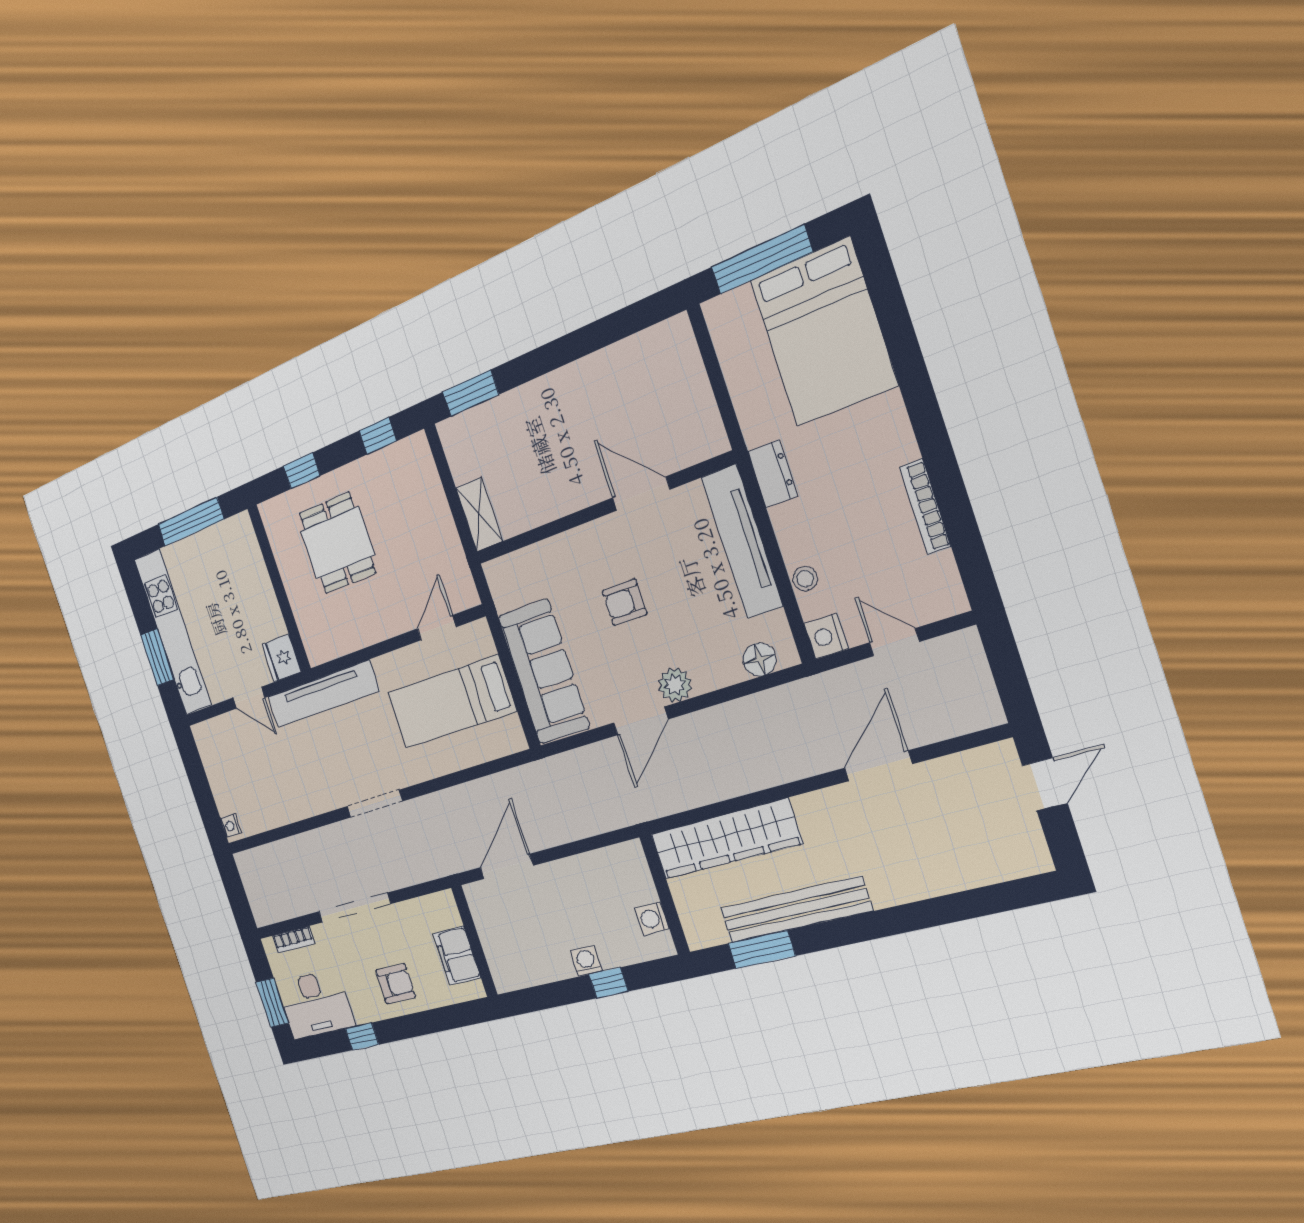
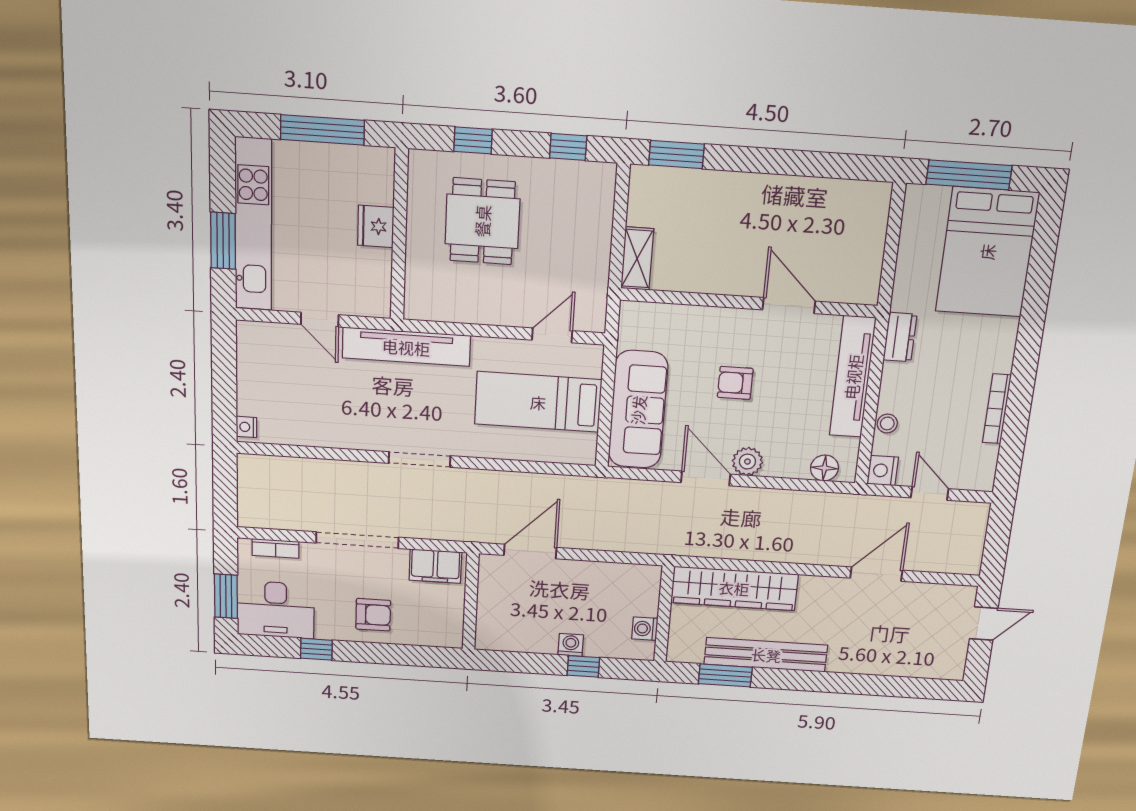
fridge: (282, 658) -> (376, 226), moved
door: (641, 721) -> (706, 478), swing flipped
filing cabinet: (457, 955) -> (435, 566), moved, turned -90

